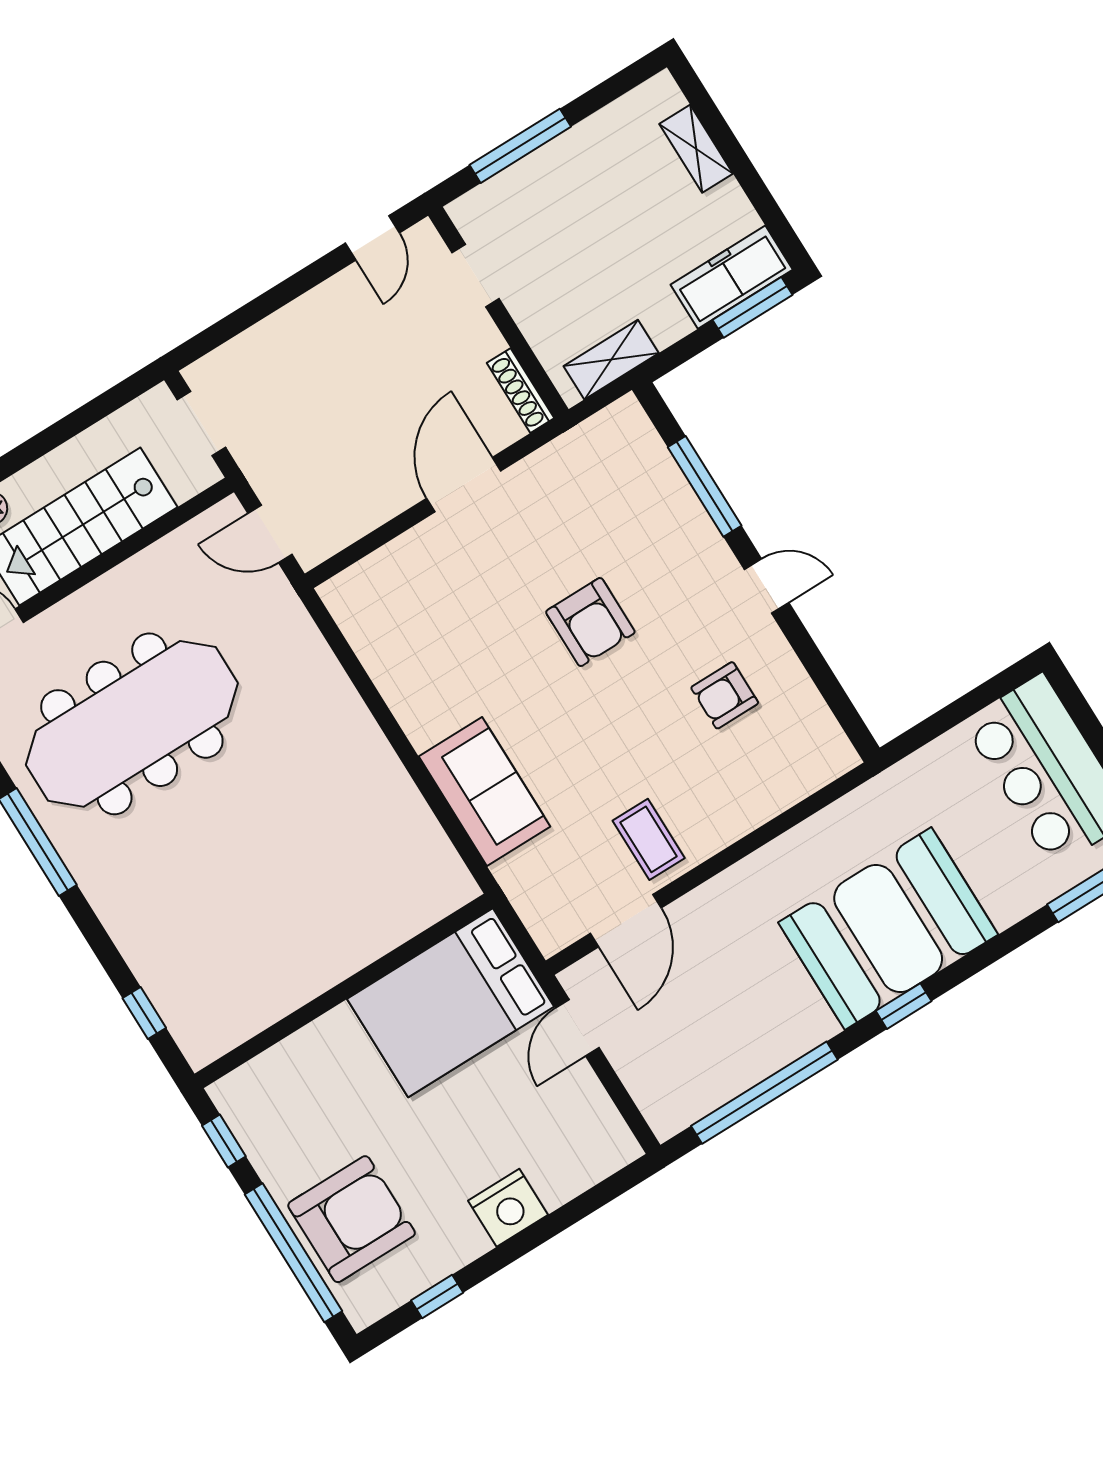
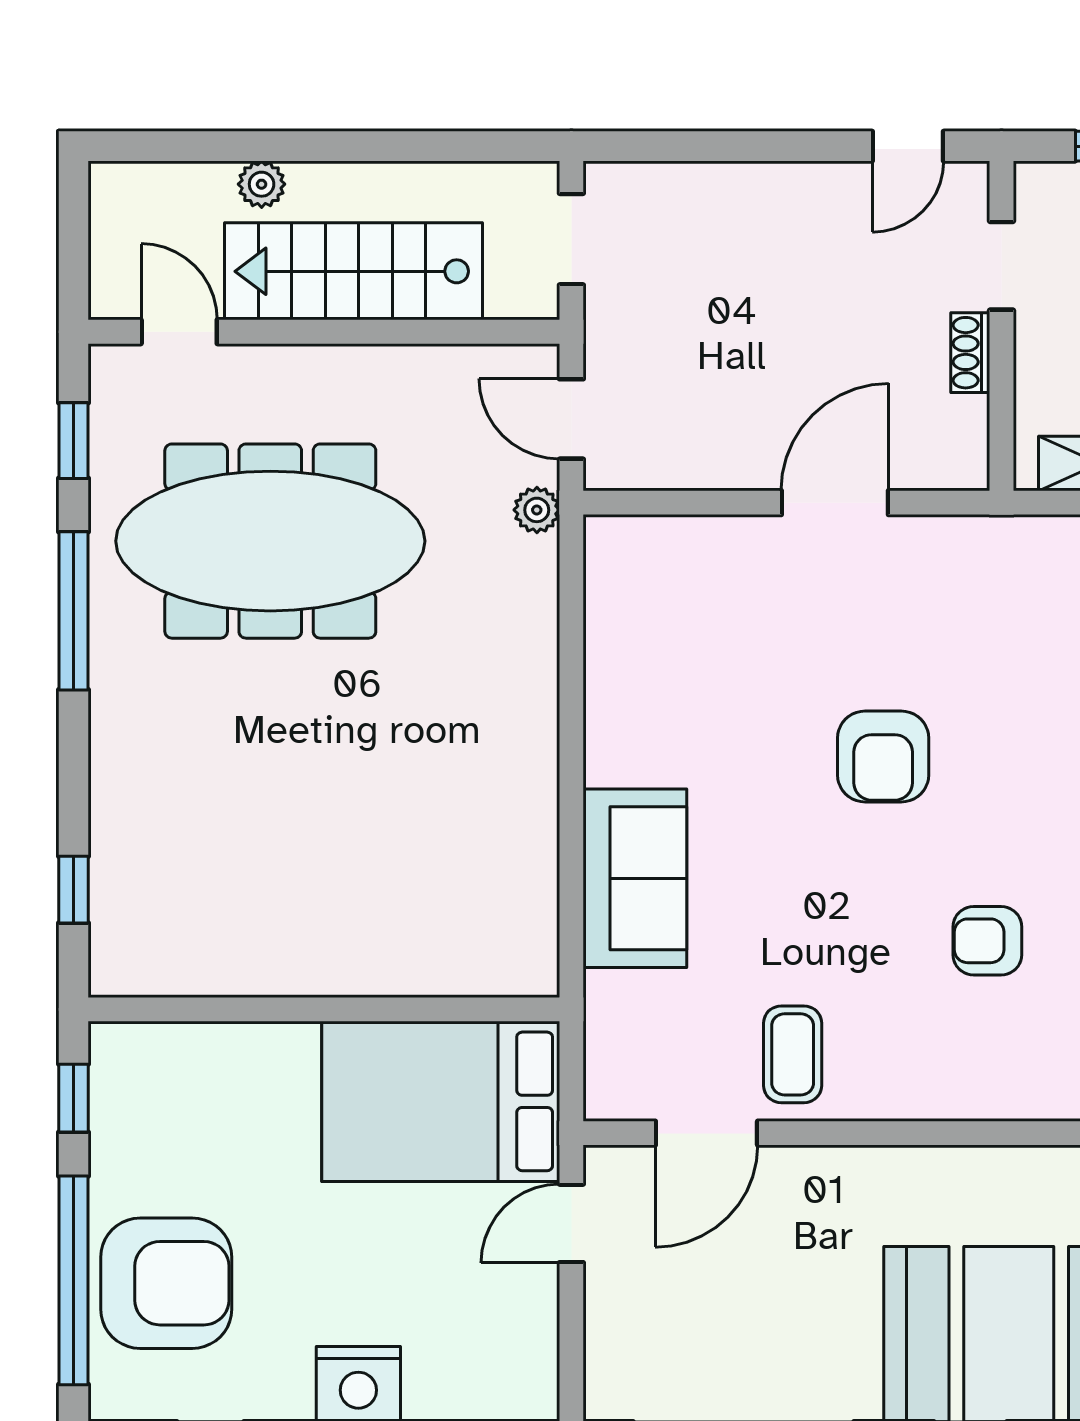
shoe rack: (520, 391) -> (970, 353), moved, width x0.70
plant: (284, 603) -> (537, 510), added

